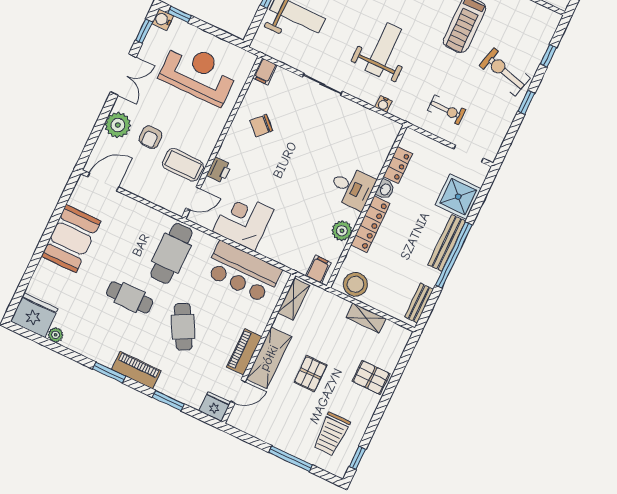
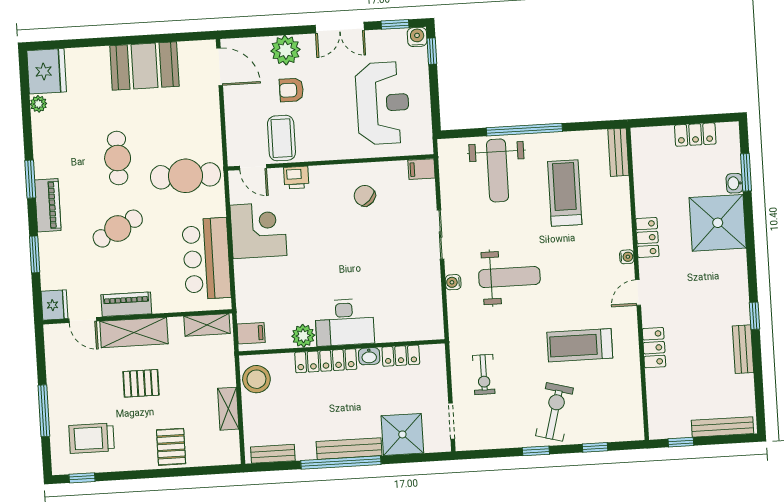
water cooler: (383, 104) -> (453, 282), moved
desk: (352, 188) -> (345, 322), width x1.37

